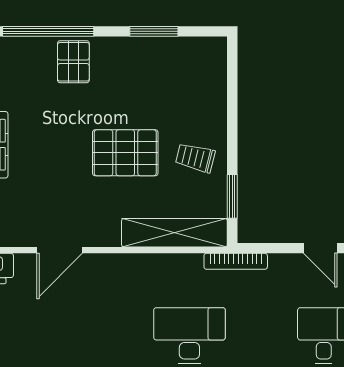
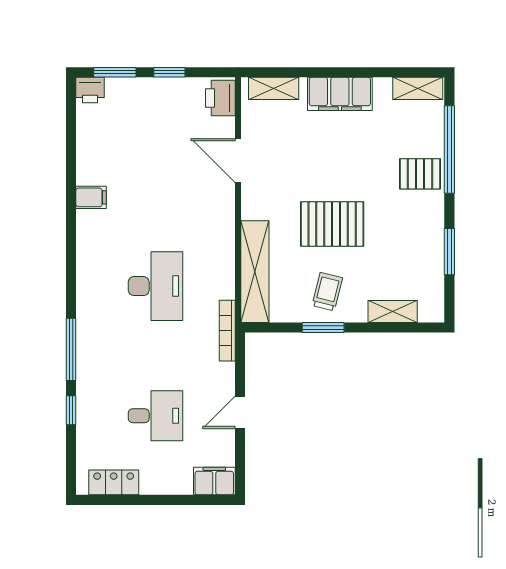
shelving: (216, 90) -> (393, 311), added
pallet: (125, 153) -> (332, 224), turned 90
window: (232, 196) -> (323, 327), moved

